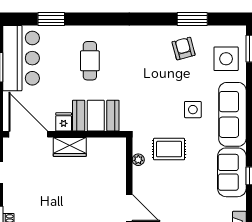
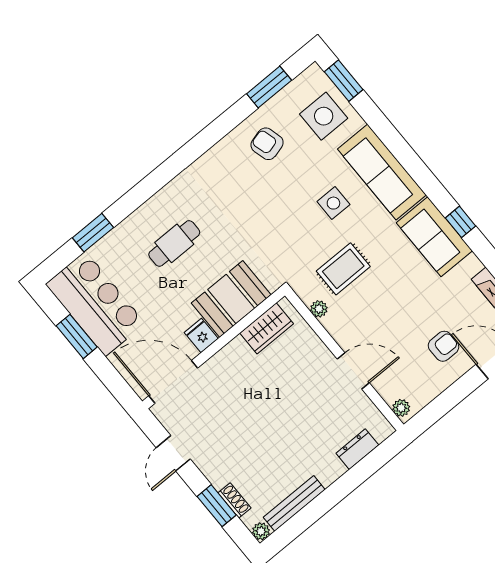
window: (192, 19) -> (269, 87), moved
cafe table: (90, 61) -> (174, 243), turned 90
wardrobe: (70, 147) -> (267, 328), moved

